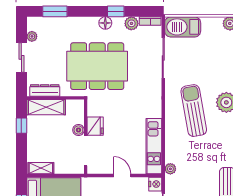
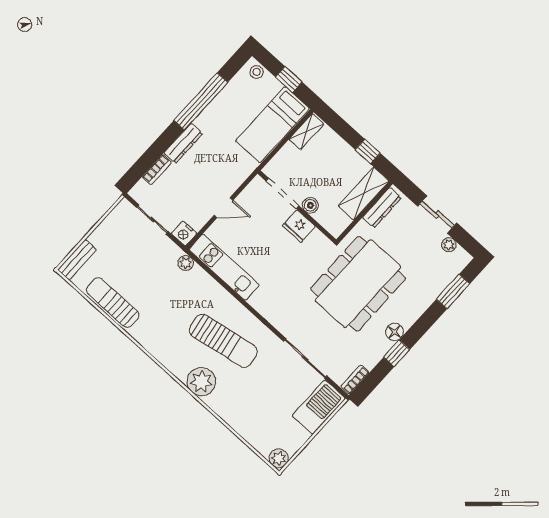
plant: (131, 23) -> (370, 358), removed

